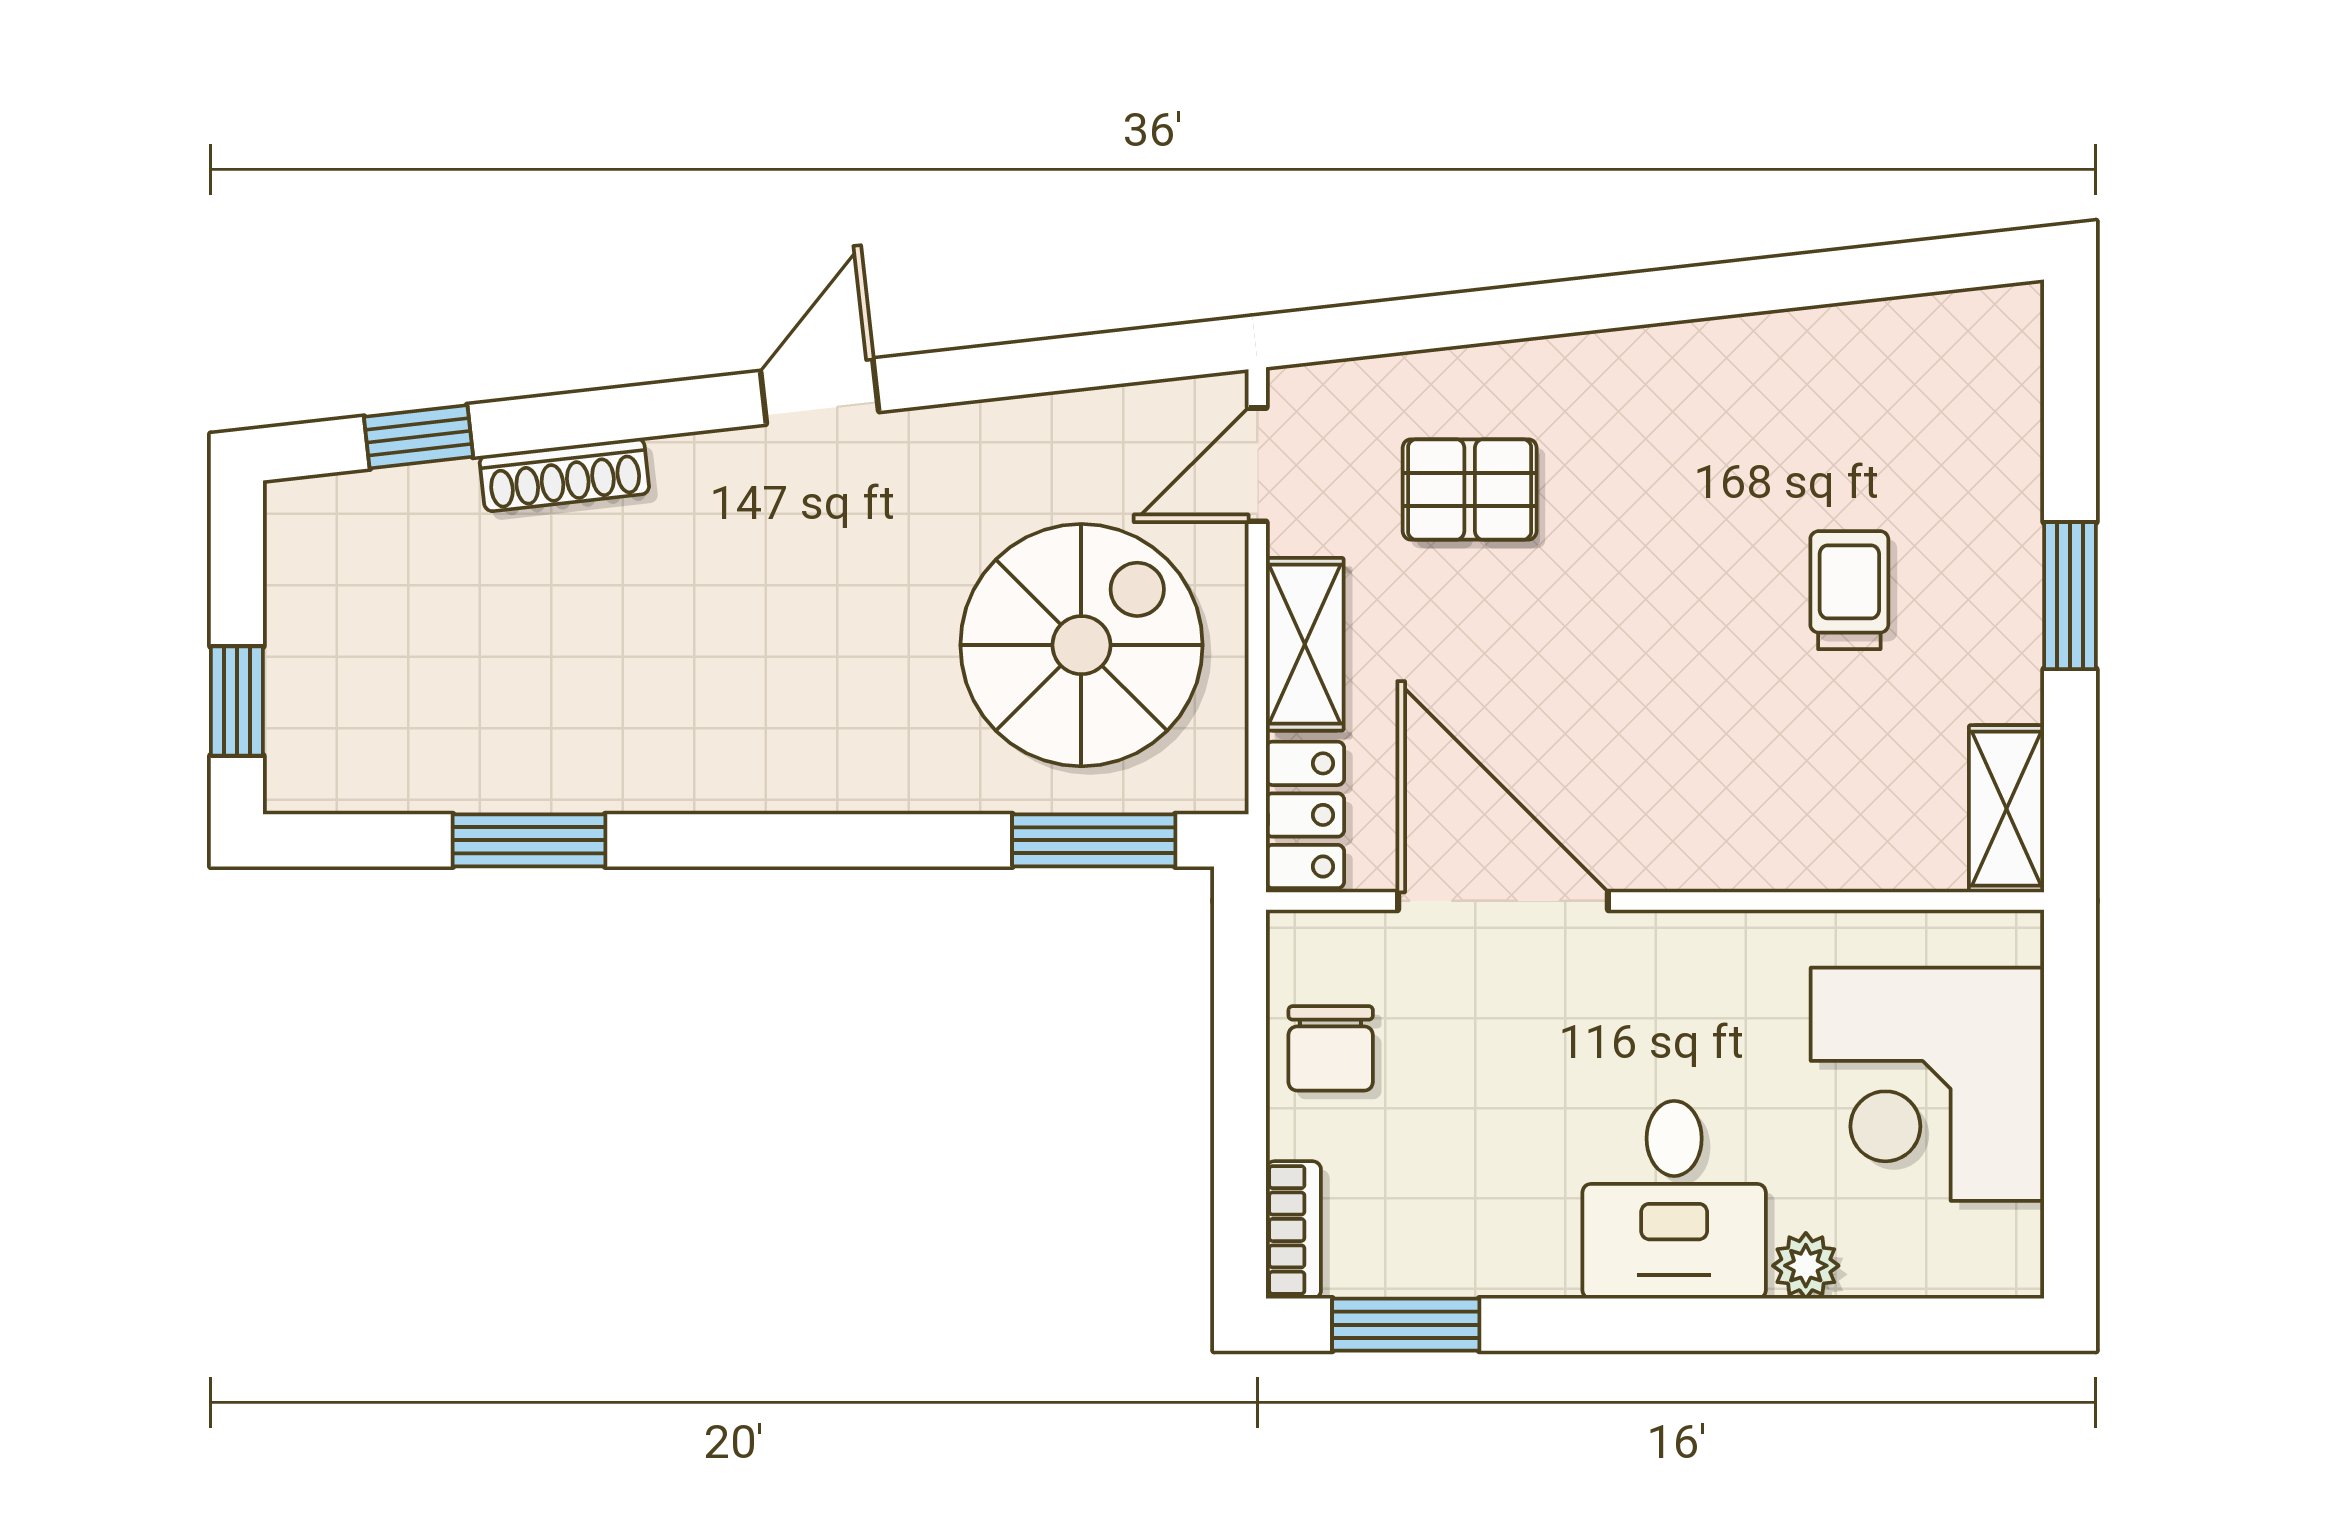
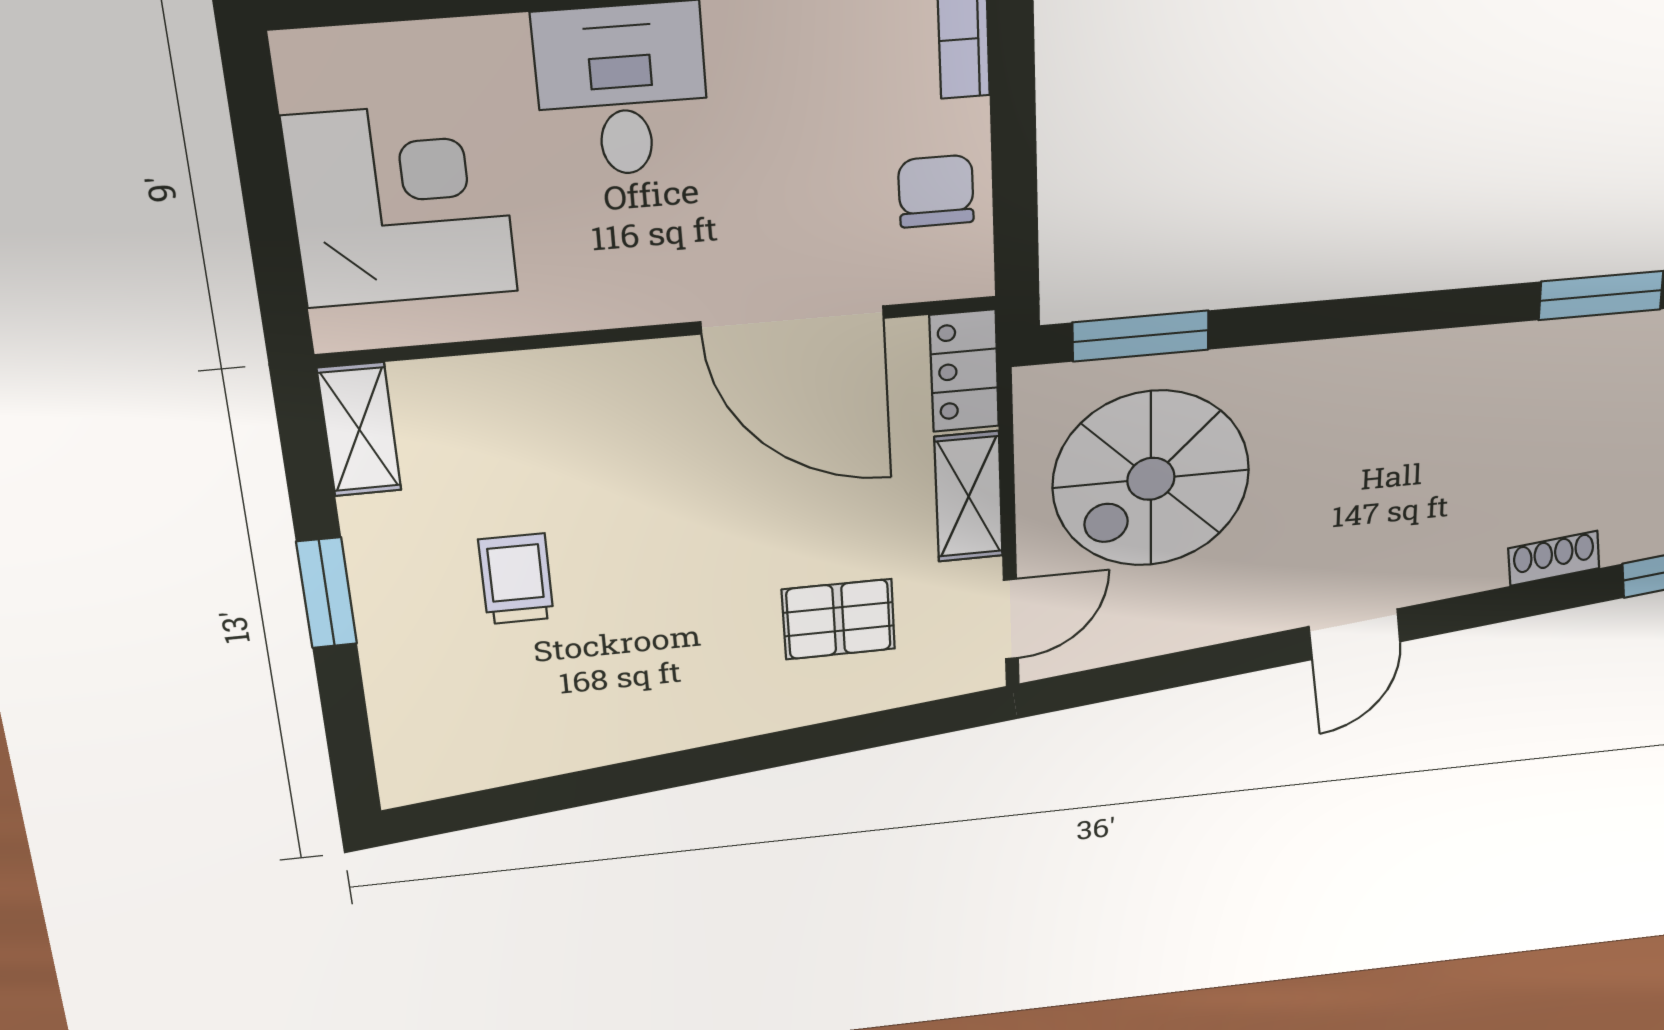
shoe rack: (564, 475) -> (1554, 558), width x0.70
trolley: (1849, 590) -> (516, 579), turned 180
plant: (1806, 1266) -> (495, 43), removed

